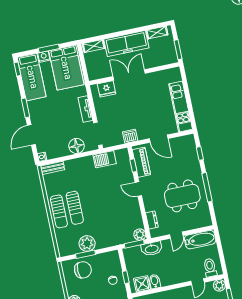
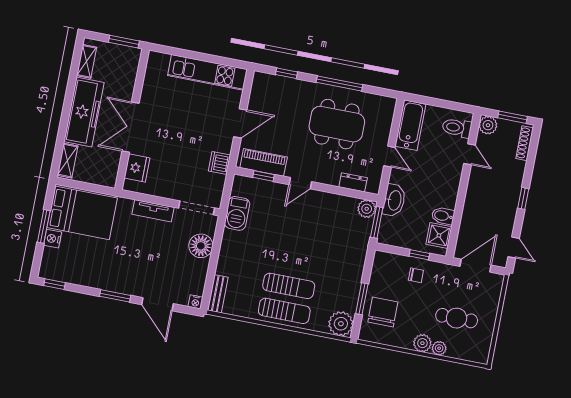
bed: (32, 77) -> (74, 269), removed
dining table: (182, 196) -> (337, 124), turned 90
plant: (87, 244) -> (341, 324), moved

